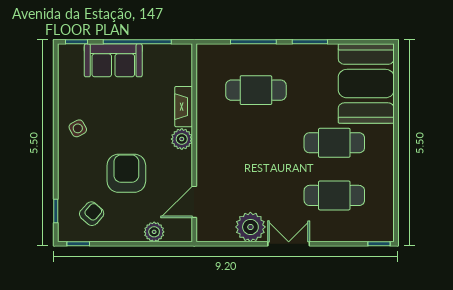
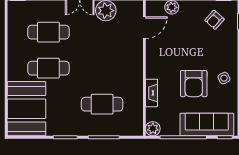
sofa: (113, 60) -> (207, 125), width x1.36
plant: (182, 139) -> (153, 129), moved
armchair: (126, 173) -> (194, 84), moved

